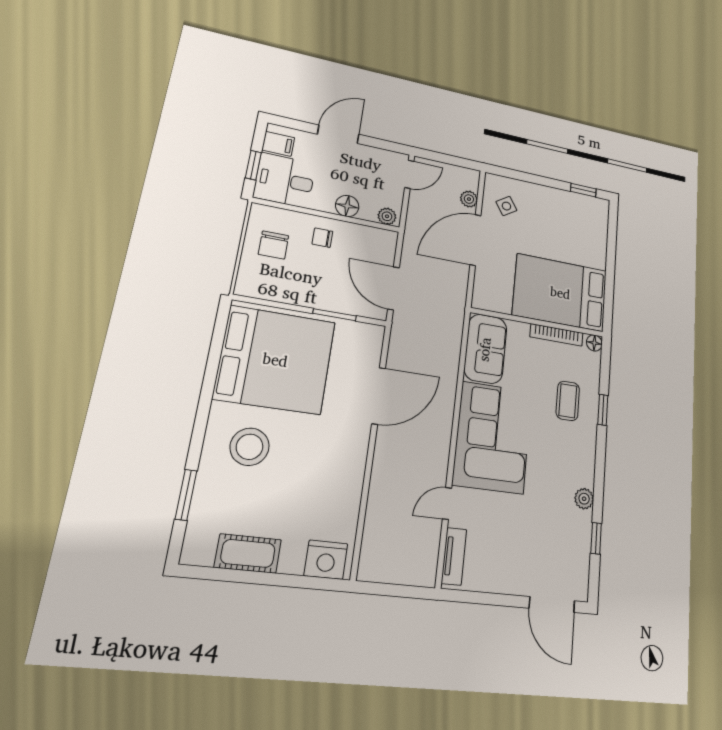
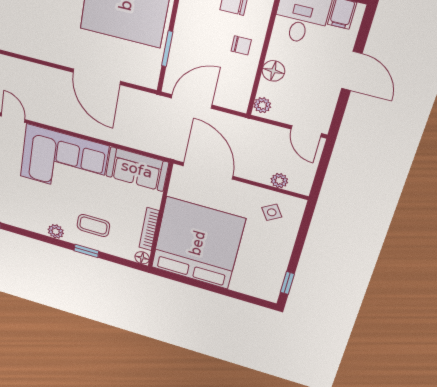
chair: (322, 238) -> (241, 45), turned 90
door: (475, 240) -> (208, 171), moved
bed: (560, 293) -> (197, 243), width x1.36
plant: (584, 499) -> (56, 231), moved

